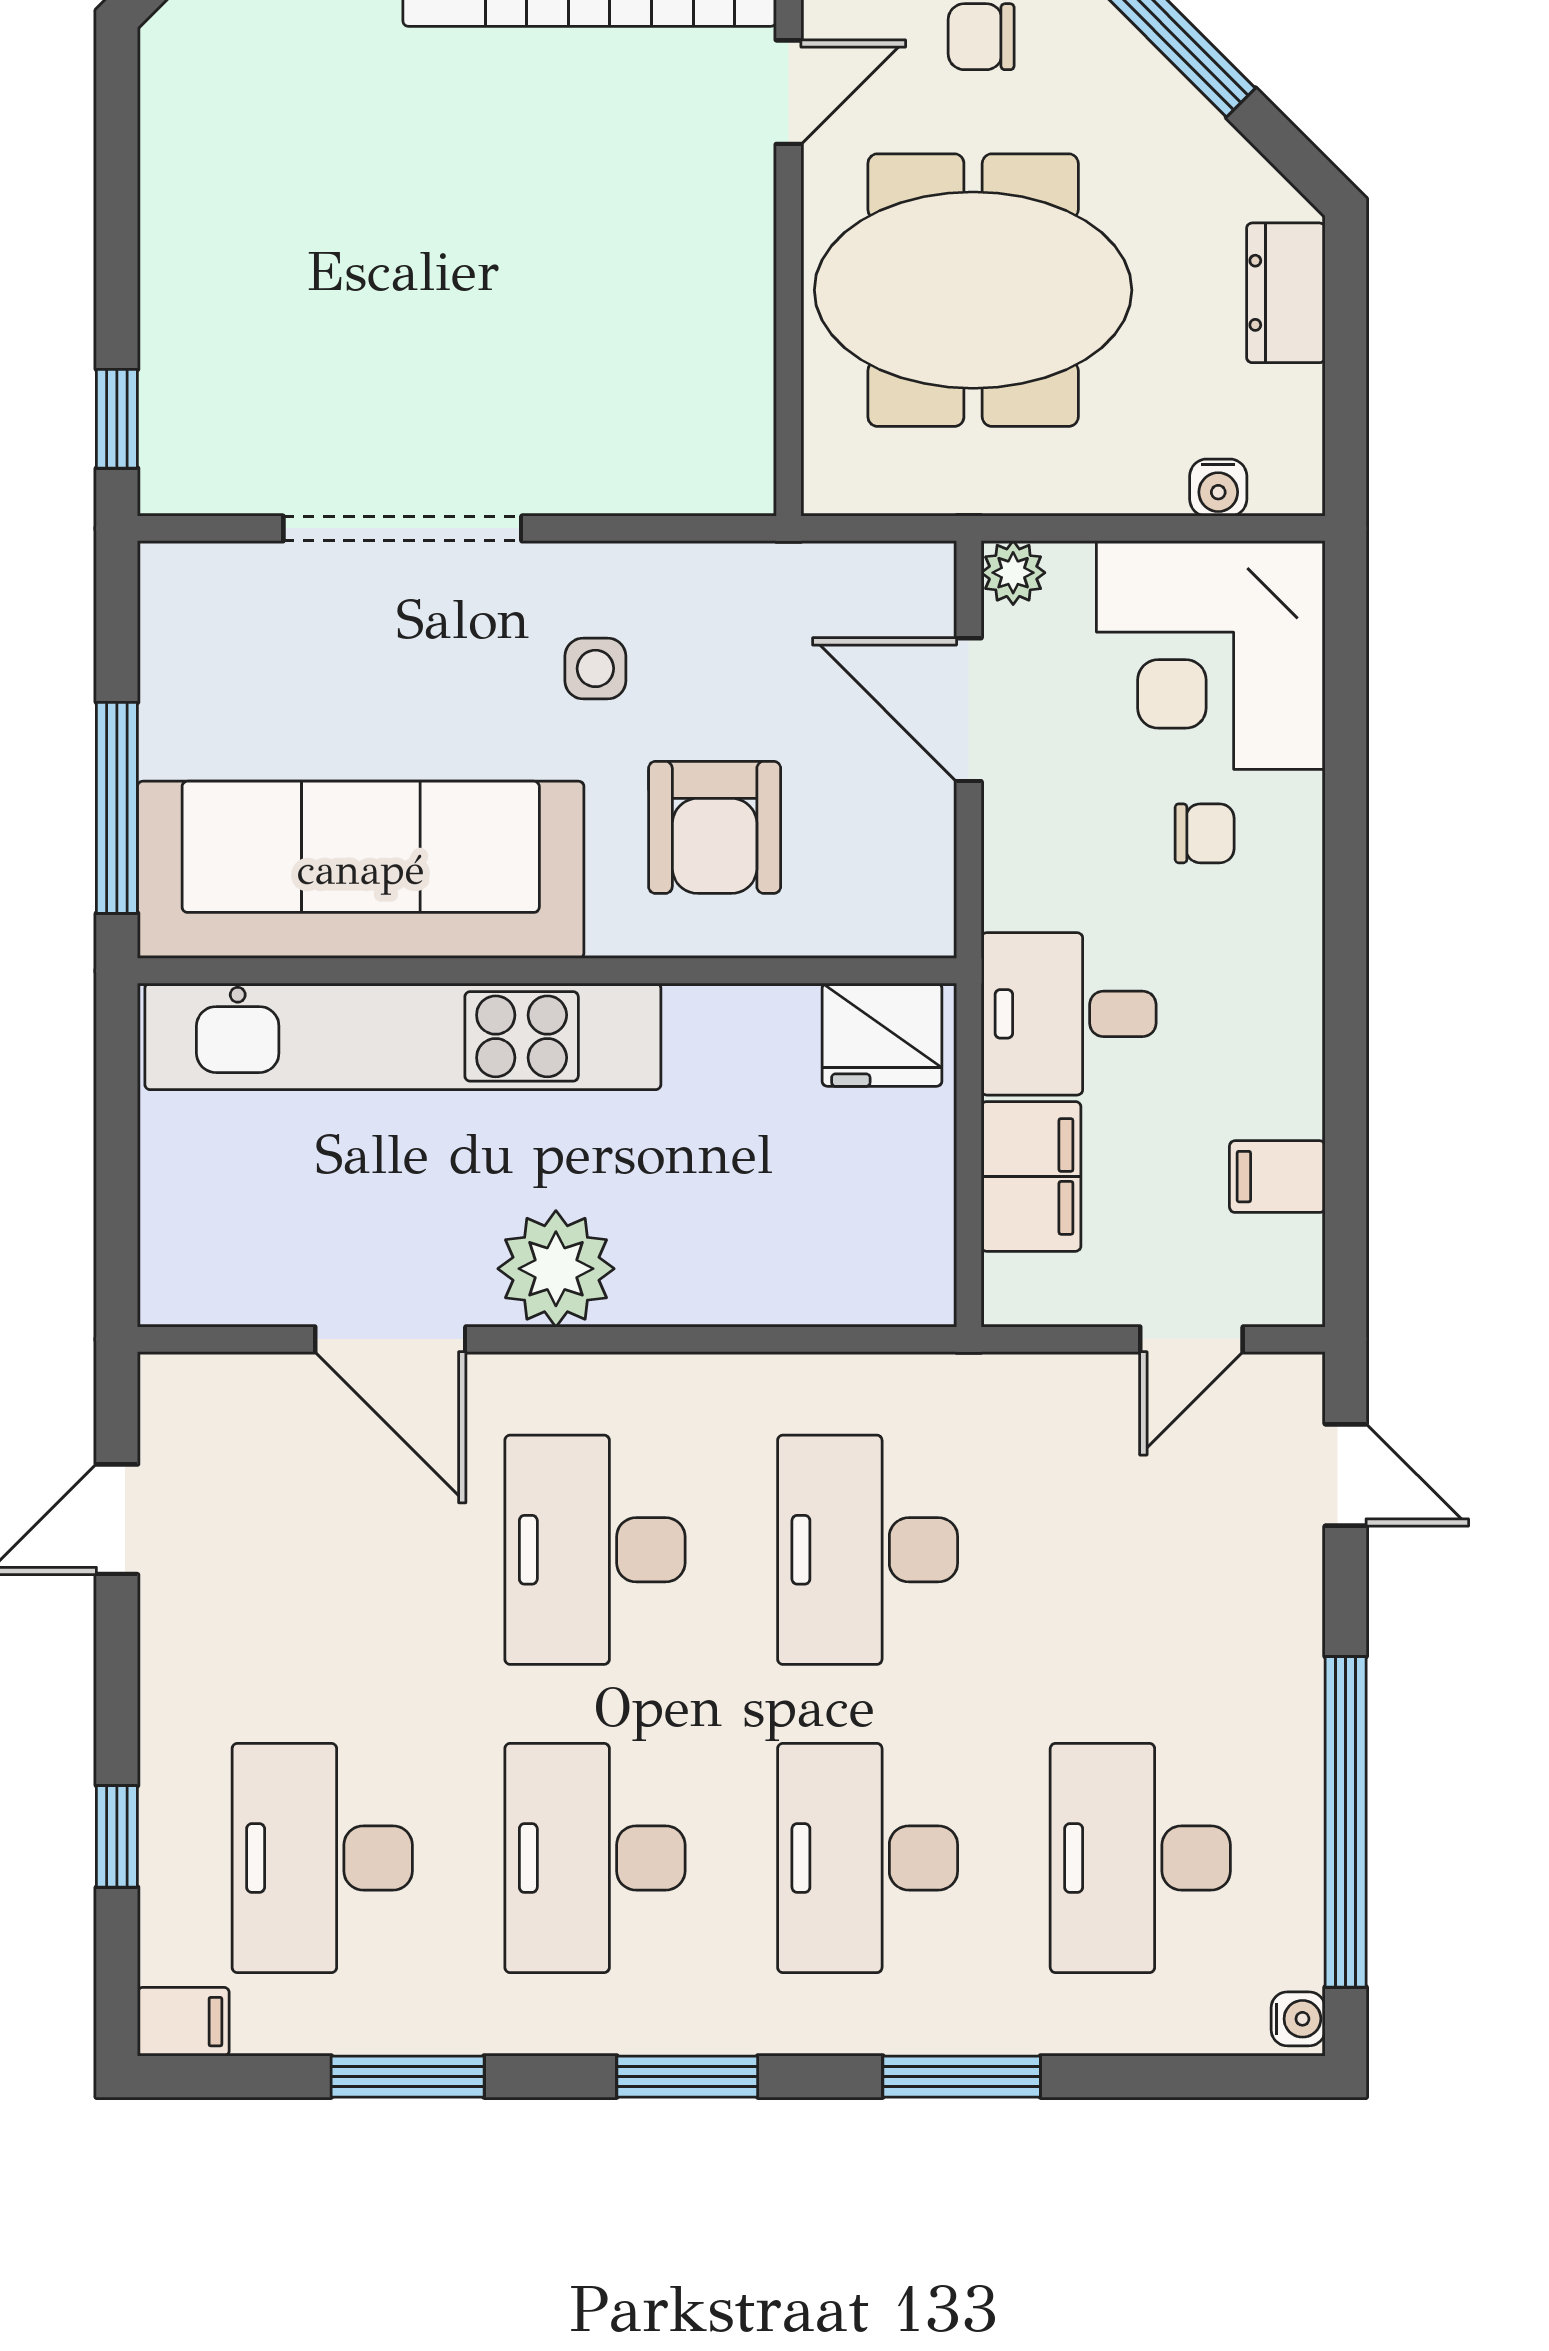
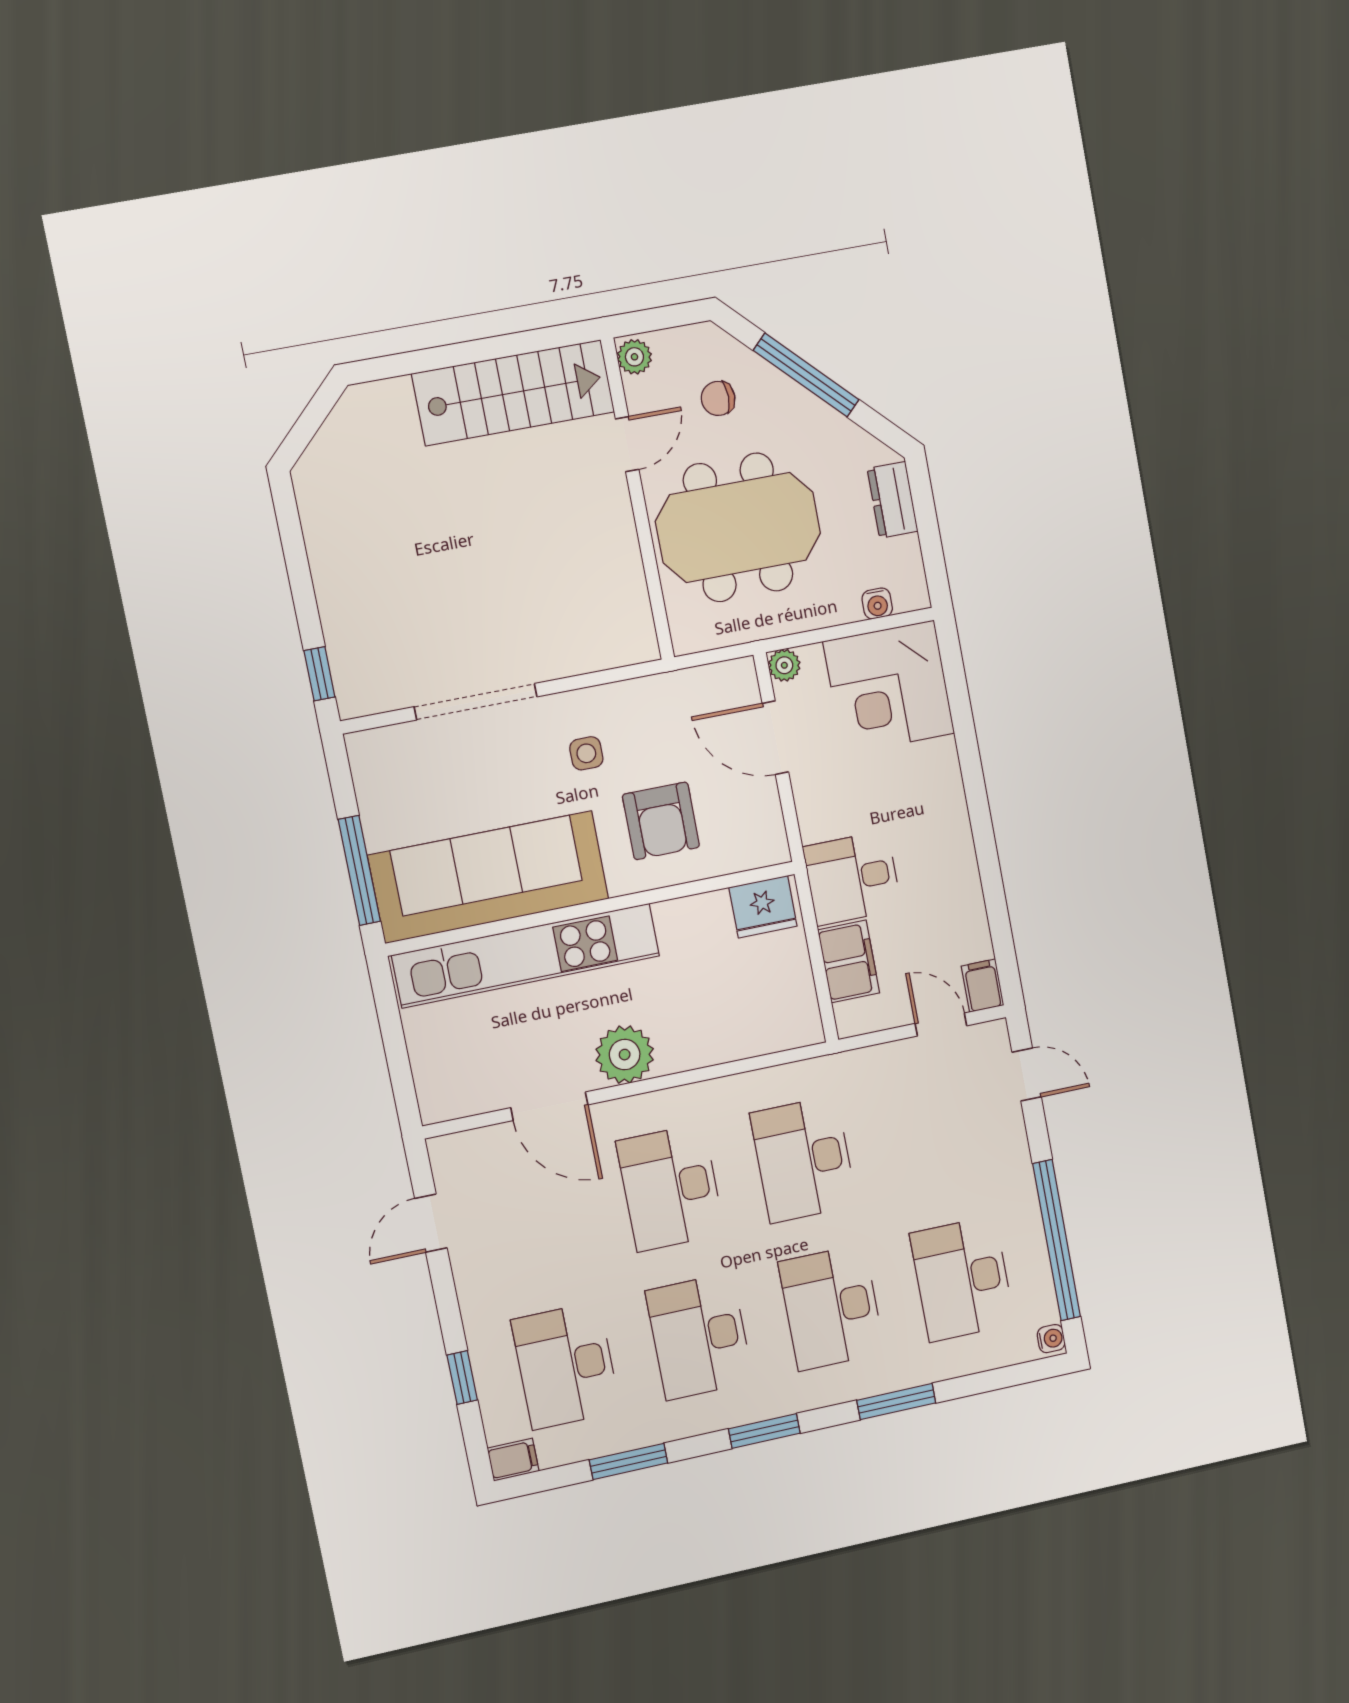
chair: (1205, 833) -> (902, 776), removed
filing cabinet: (1277, 1177) -> (983, 986), moved, turned 90
door: (1191, 1339) -> (941, 1025), swing flipped

